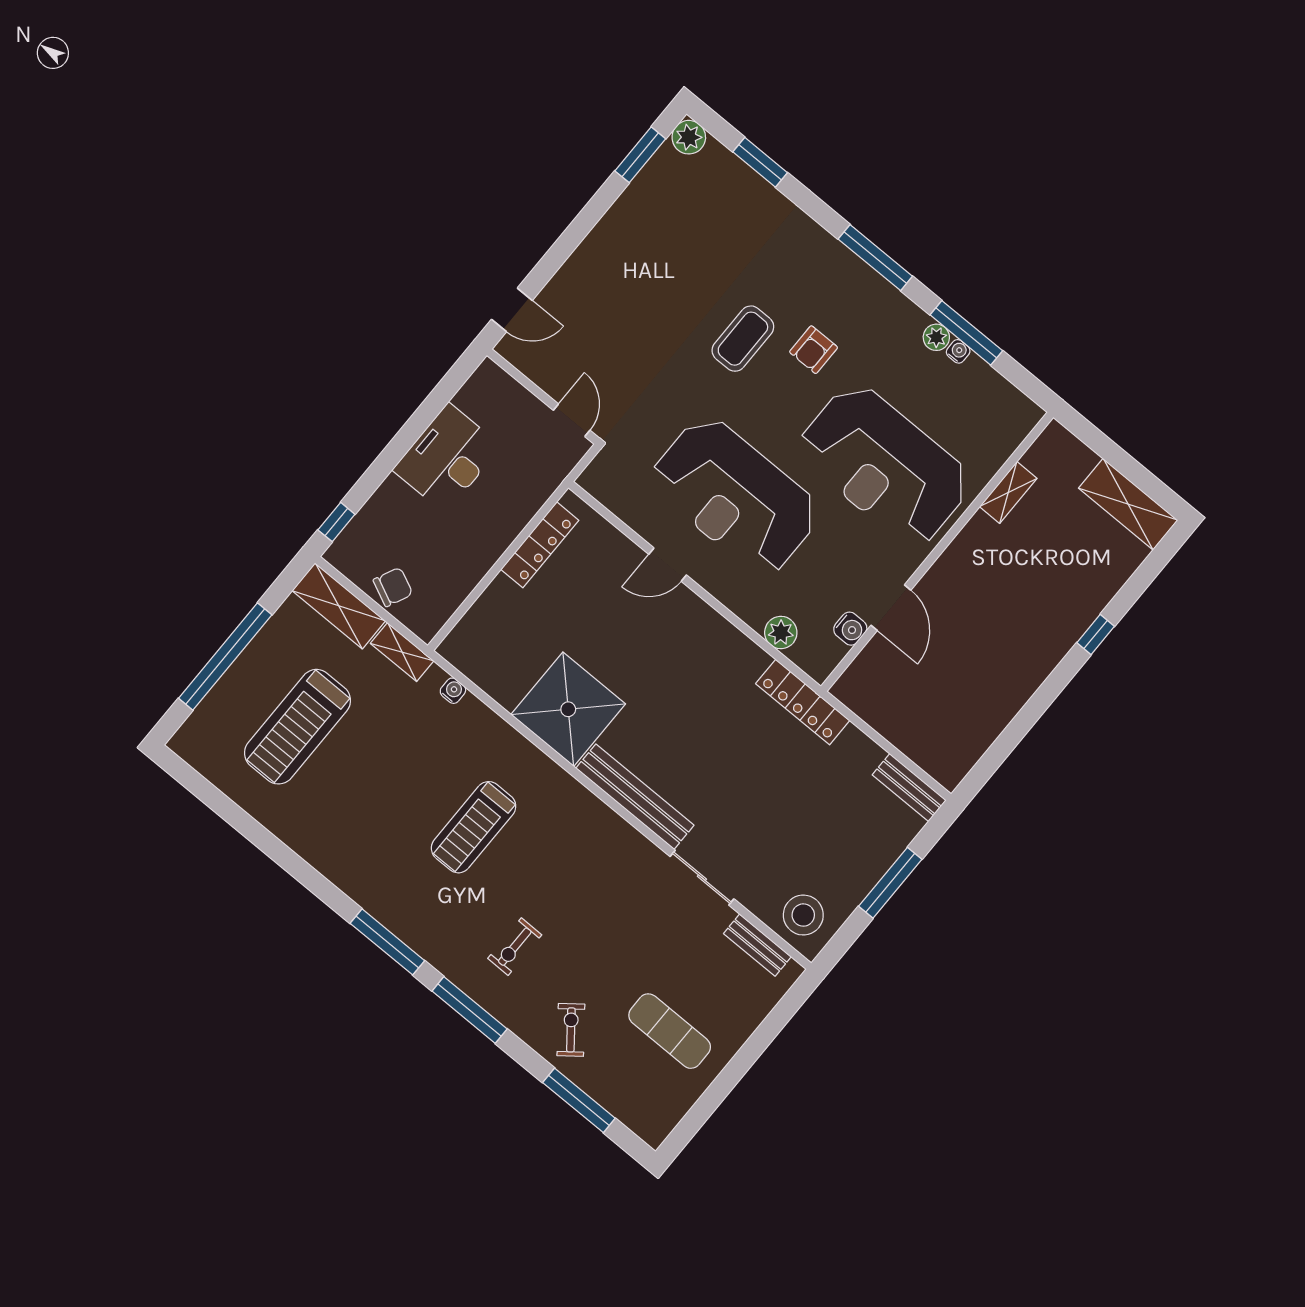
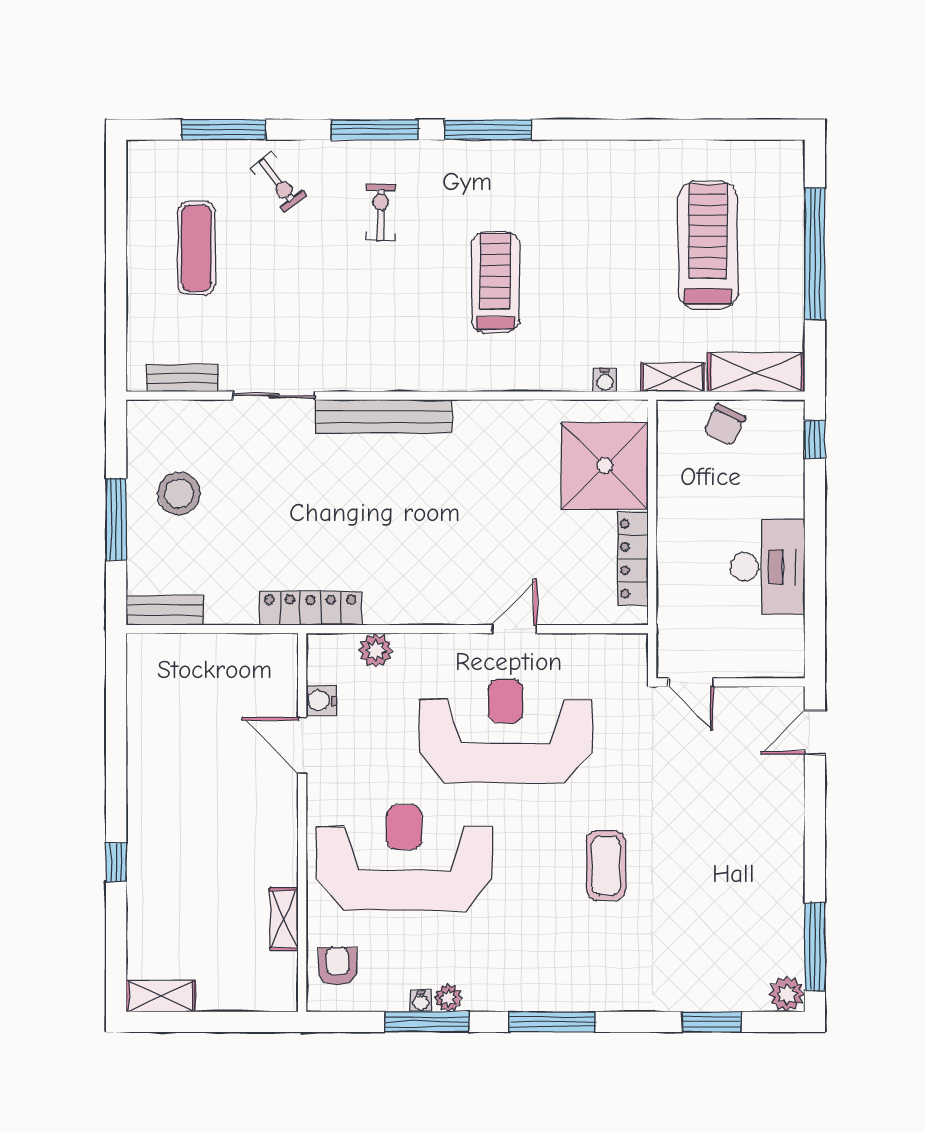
window: (640, 155) -> (815, 947), width x1.44
armchair: (814, 350) -> (337, 966), moved
shelving: (1128, 504) -> (161, 996), width x0.67, depth x0.75
shower: (568, 709) -> (605, 466), moved
stool: (803, 915) -> (179, 494), moved
exercise mat: (670, 1031) -> (196, 248), turned 90

